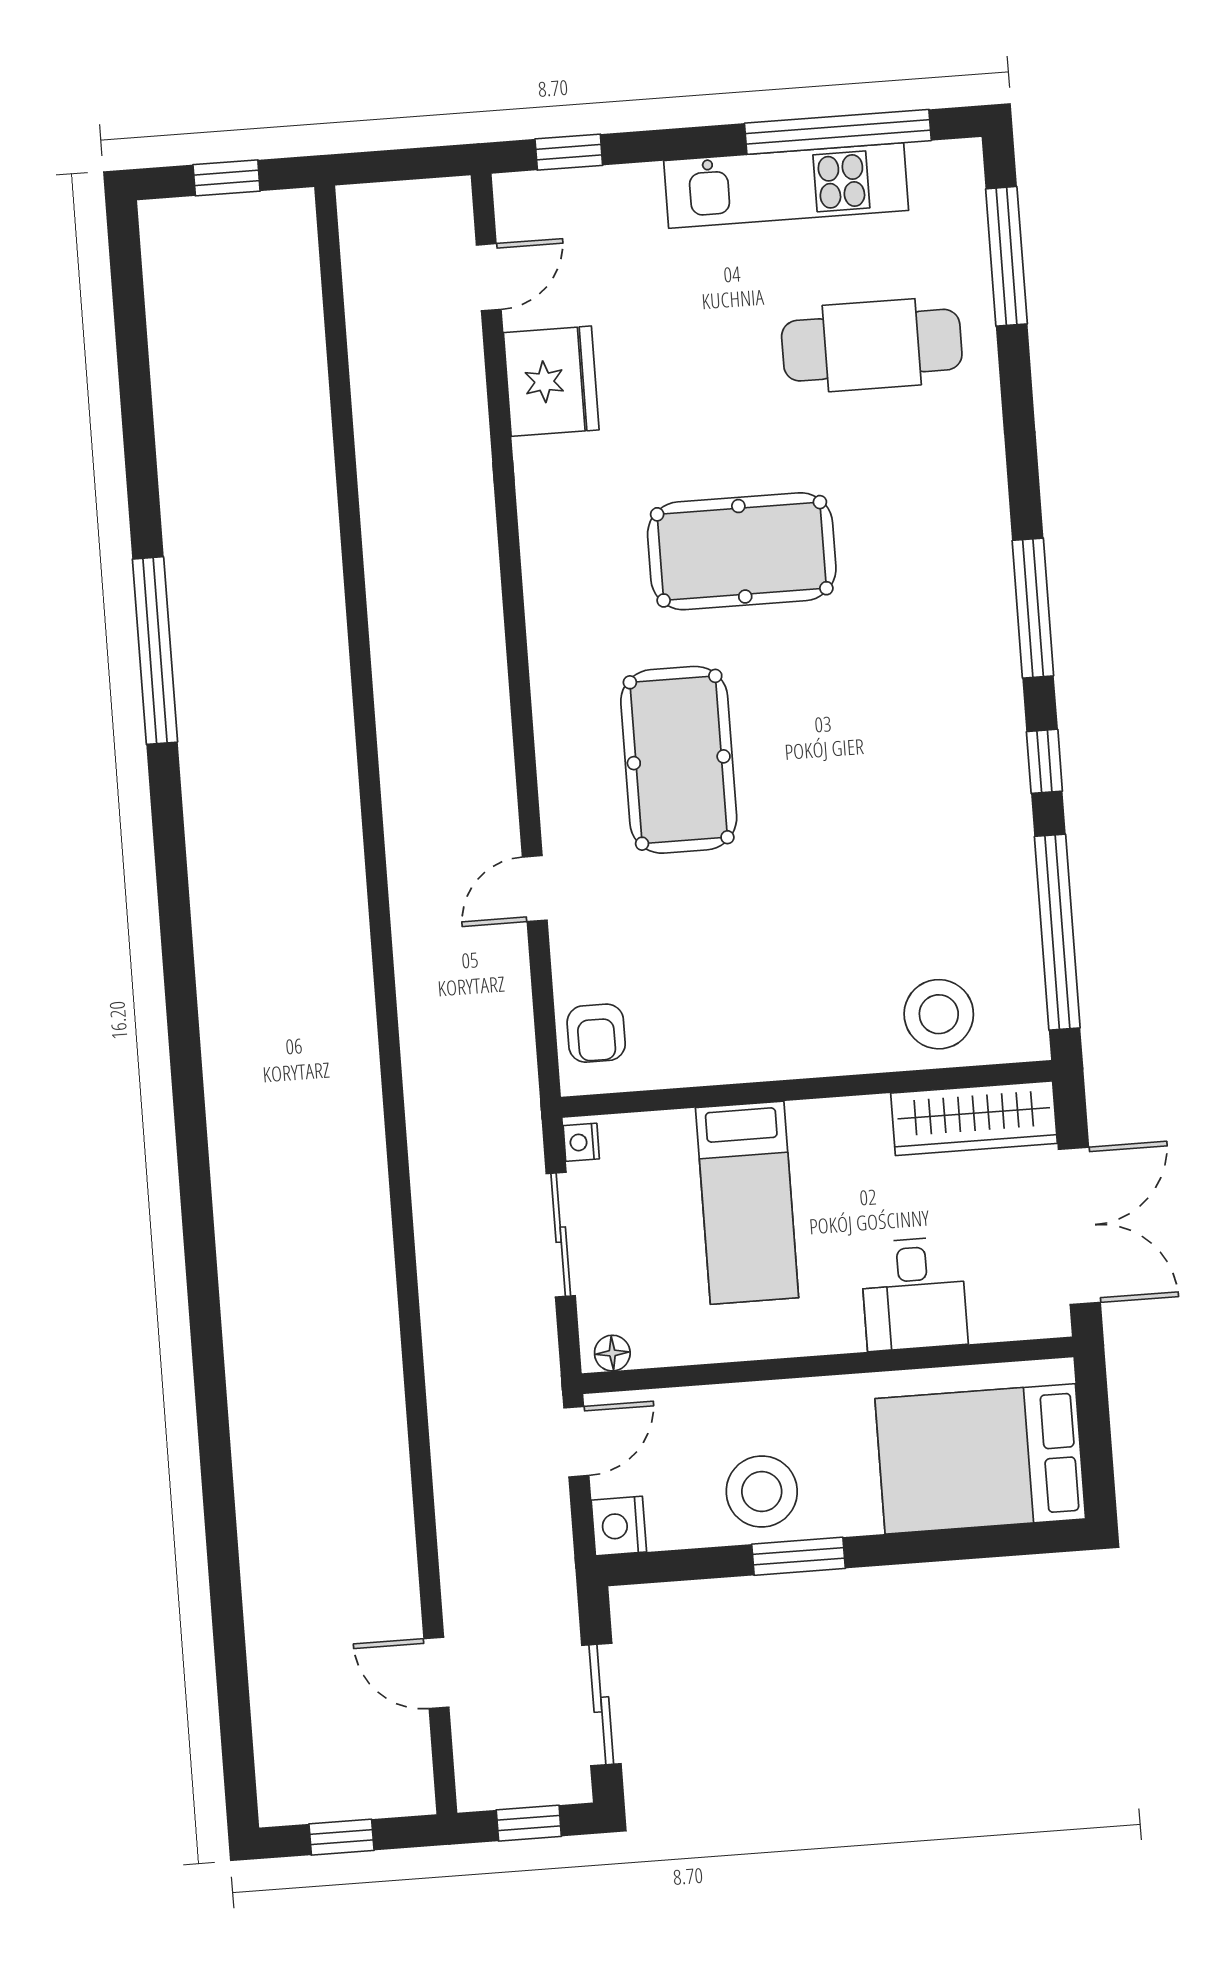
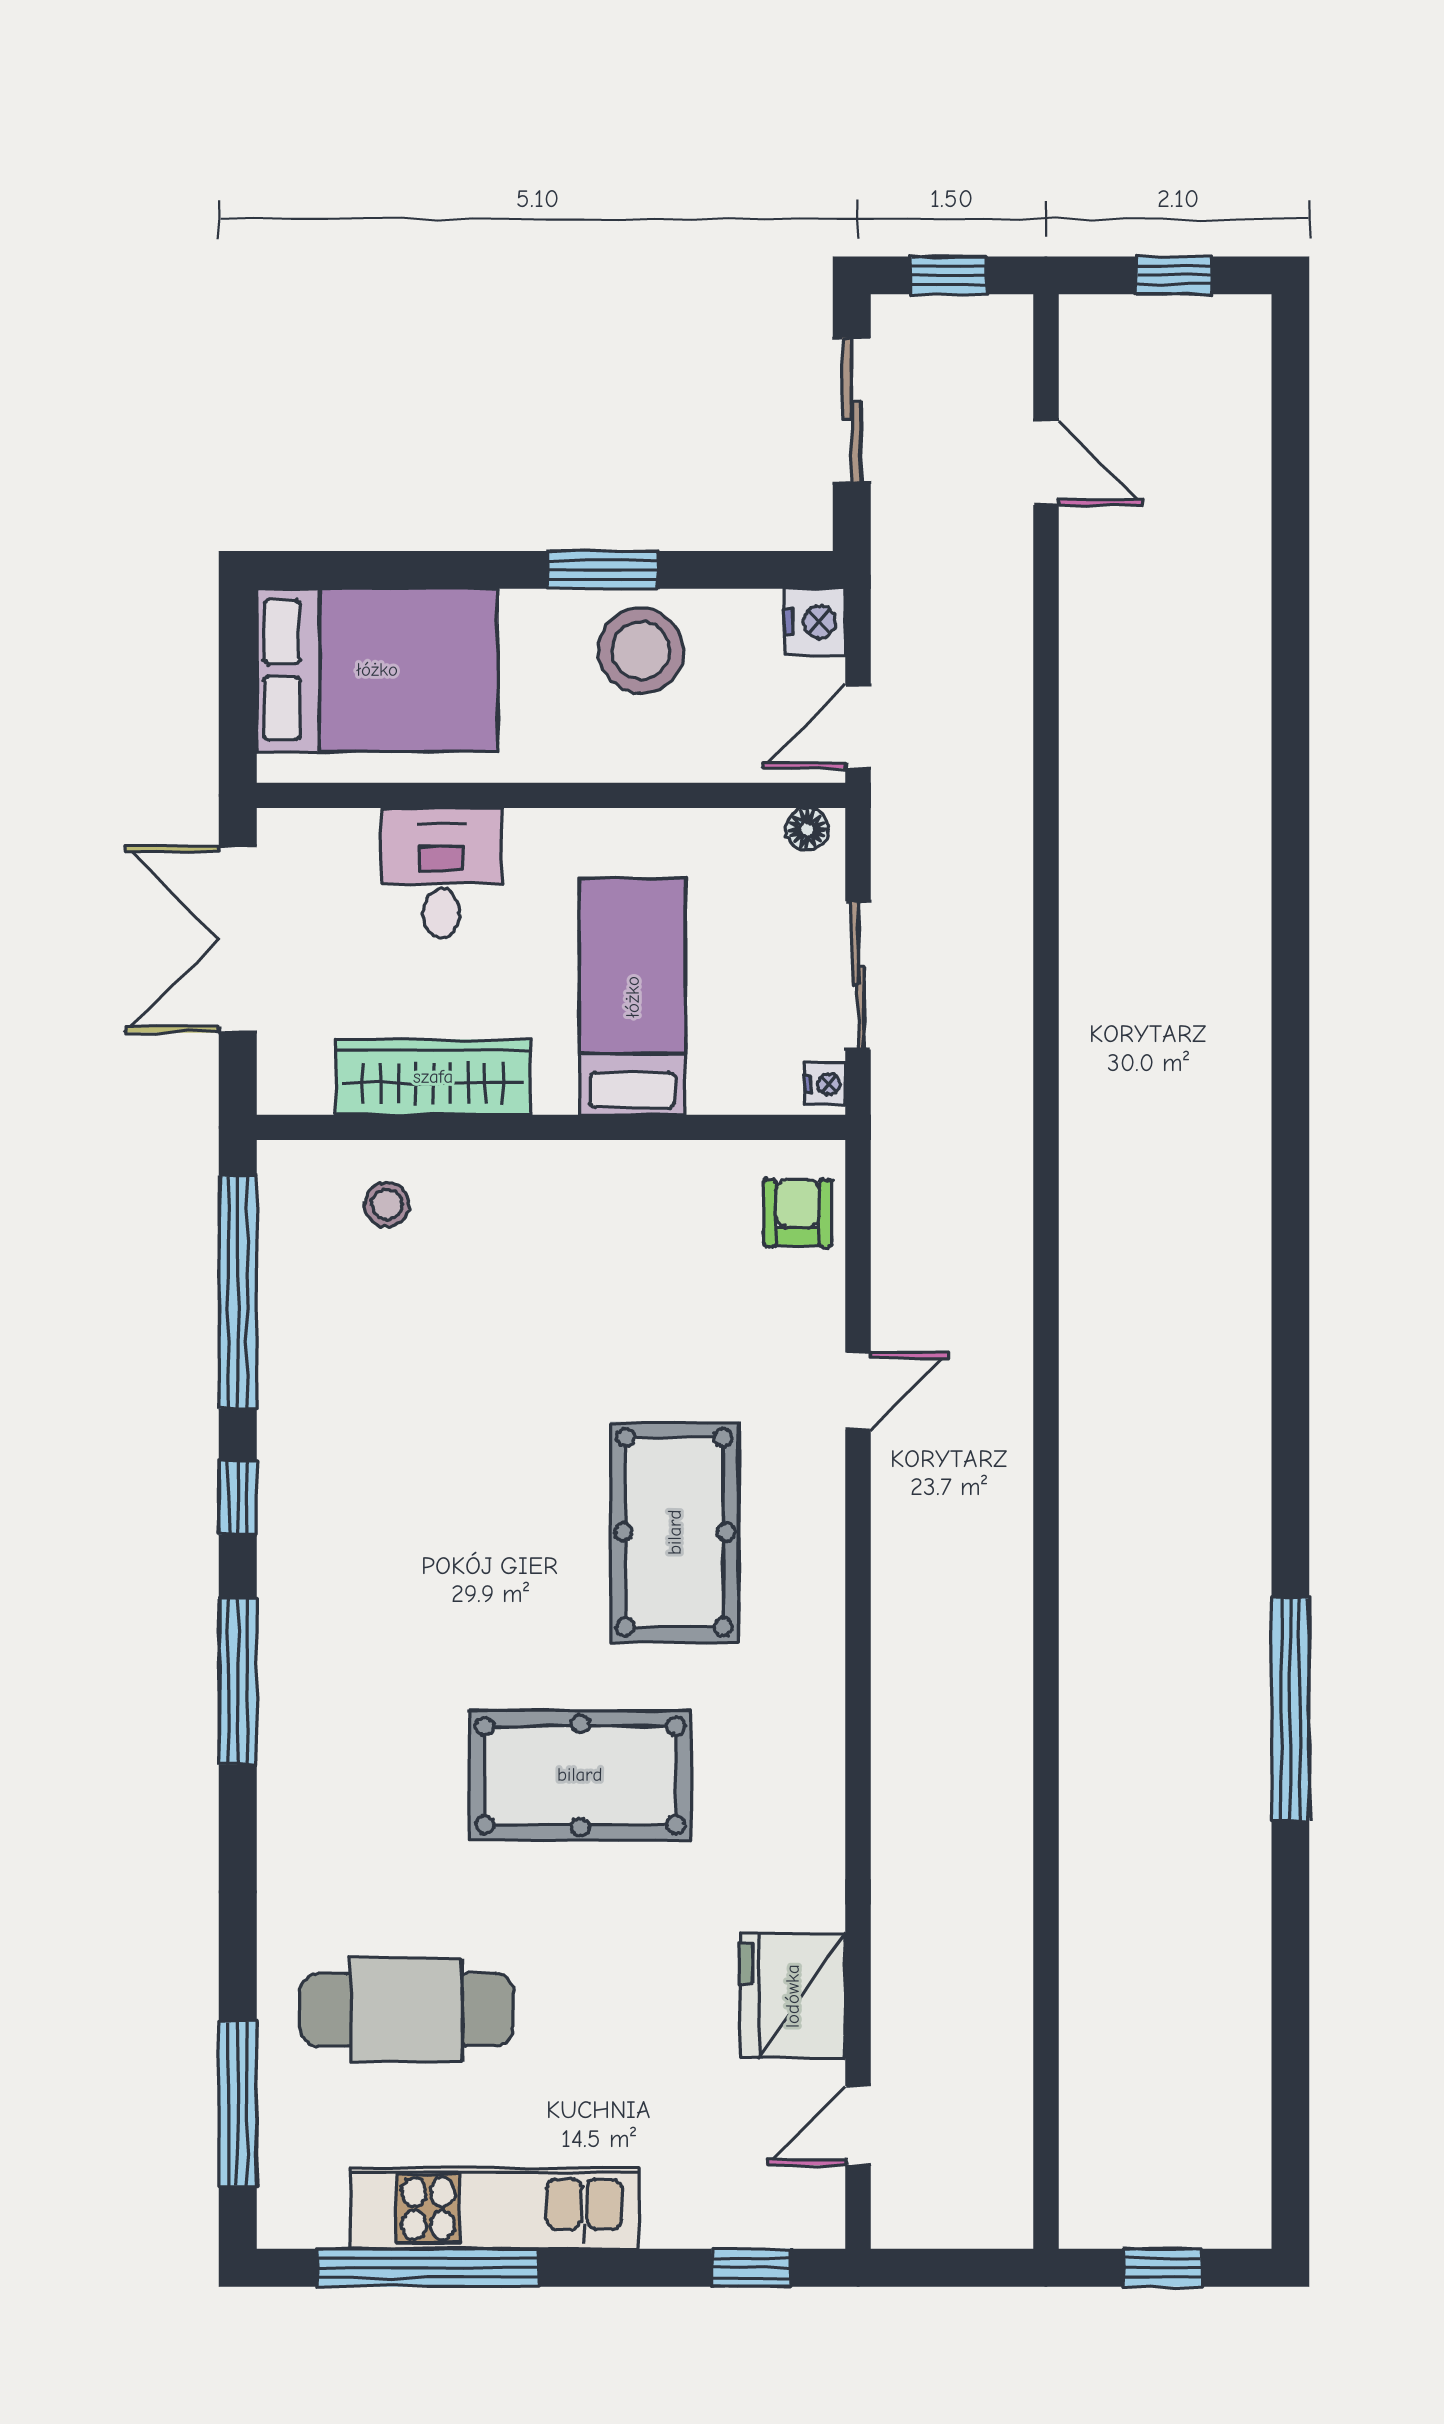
stool: (939, 1014) -> (387, 1205), width x0.53, depth x0.53
wardrobe: (974, 1118) -> (433, 1077), moved

